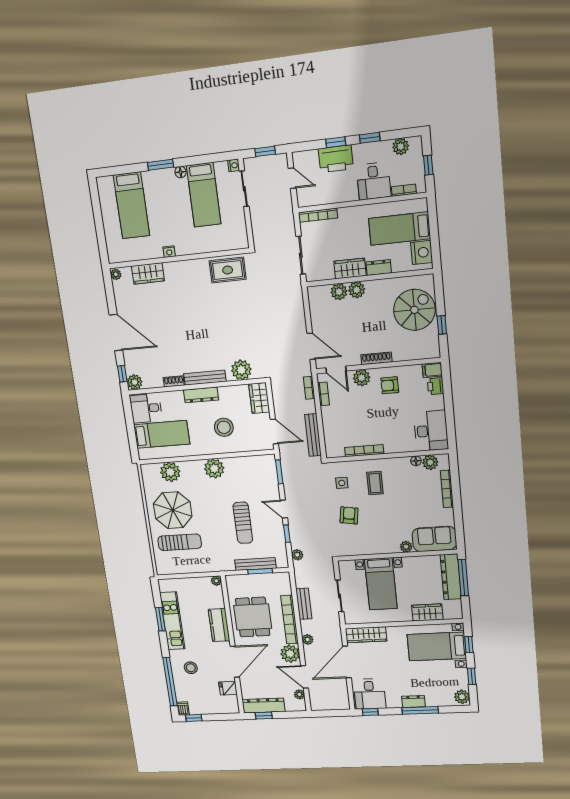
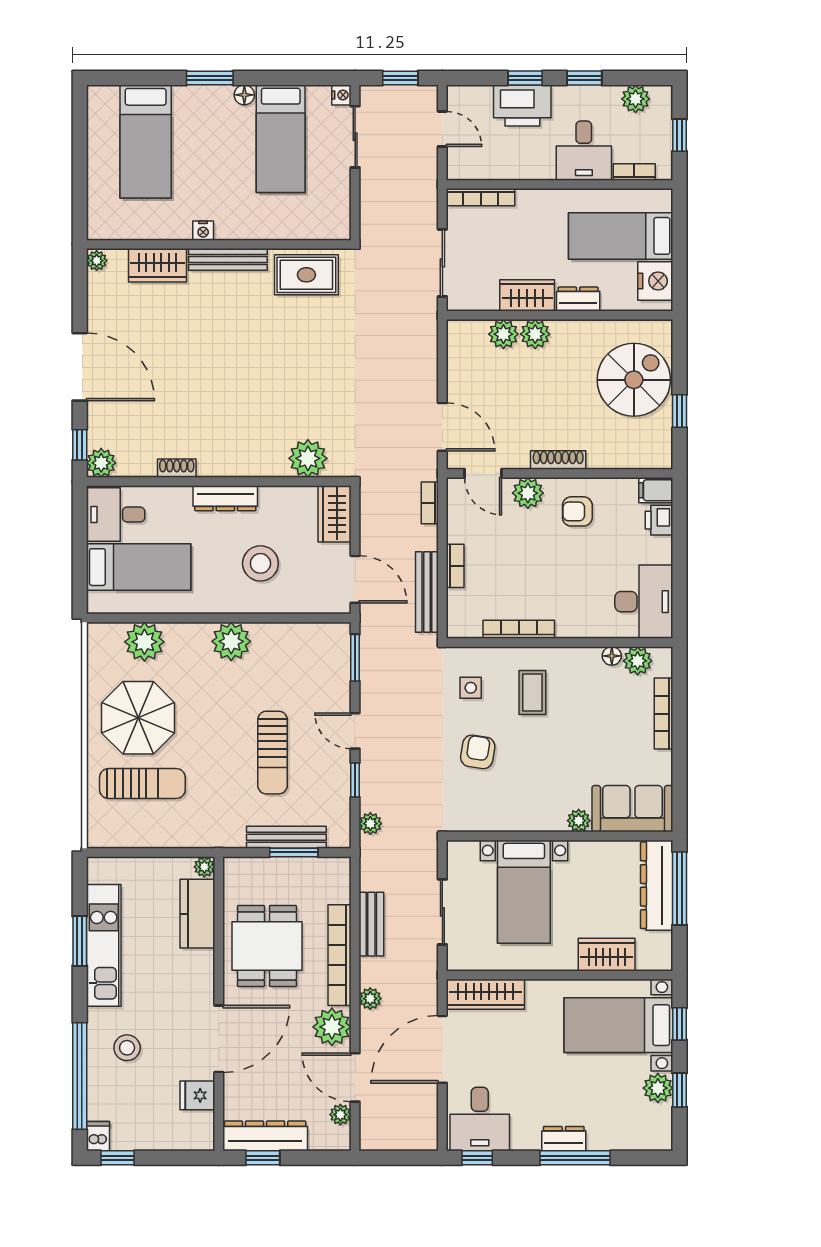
bench: (205, 378) -> (228, 259), moved
bookcase: (324, 394) -> (455, 566), moved
kitchen counter: (219, 625) -> (197, 914), moved
plant: (462, 697) -> (658, 1088), moved

